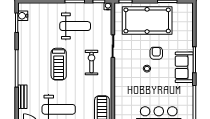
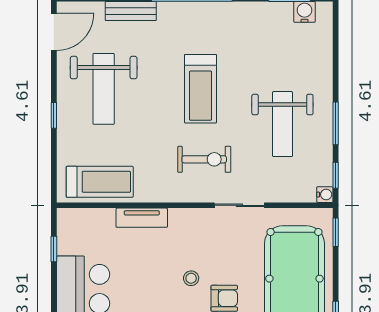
treadmill: (59, 64) -> (201, 89), turned -90
tv unit: (119, 92) -> (142, 218), added

